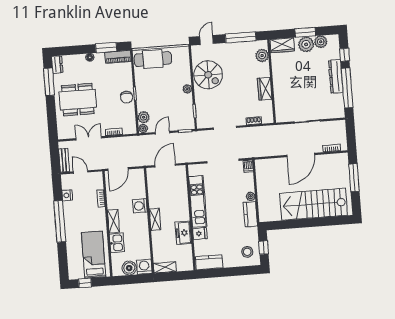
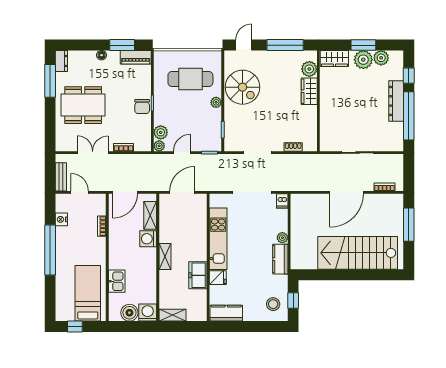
cafe table: (153, 59) -> (190, 79), moved
wardrobe: (265, 89) -> (309, 91), moved
shelving: (114, 221) -> (150, 215), moved

